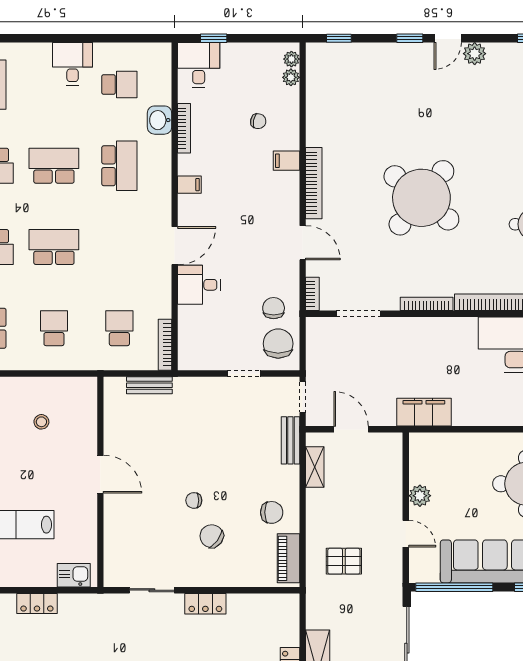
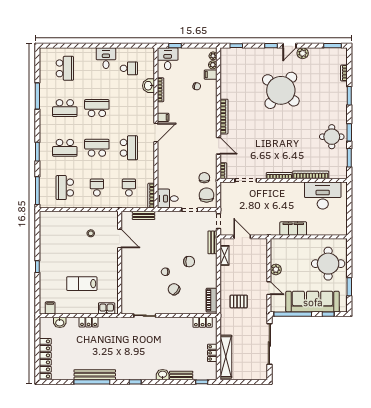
filing cabinet: (287, 161) -> (211, 75), moved
school desk: (119, 166) -> (129, 148), moved
round table: (421, 198) -> (281, 90), moved
door: (175, 246) -> (156, 132), moved
desk: (199, 285) -> (168, 199), moved
filing cabinet: (424, 412) -> (293, 229), moved
door: (100, 474) -> (120, 239), moved
chair: (272, 512) -> (189, 262), moved
locker: (205, 604) -> (203, 322), moved

